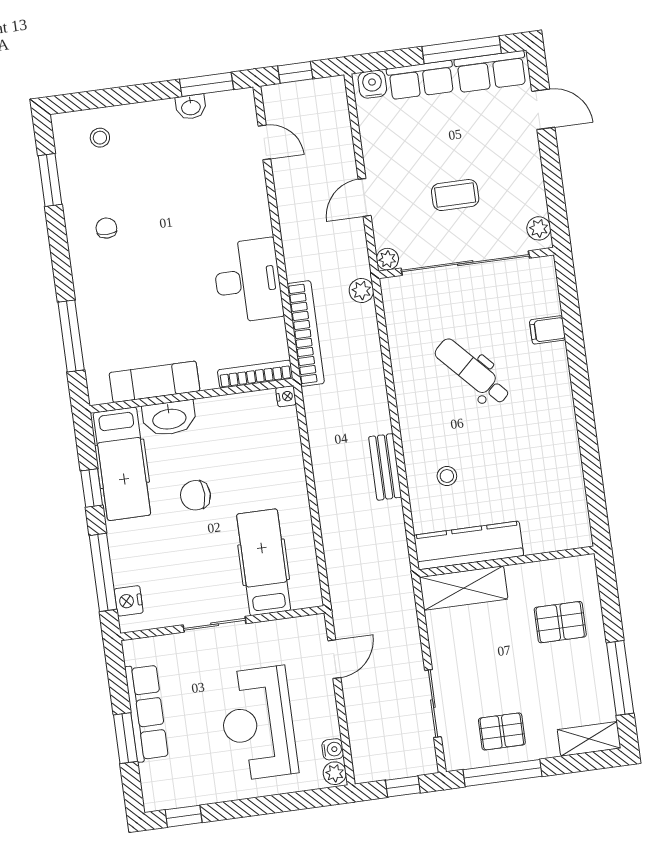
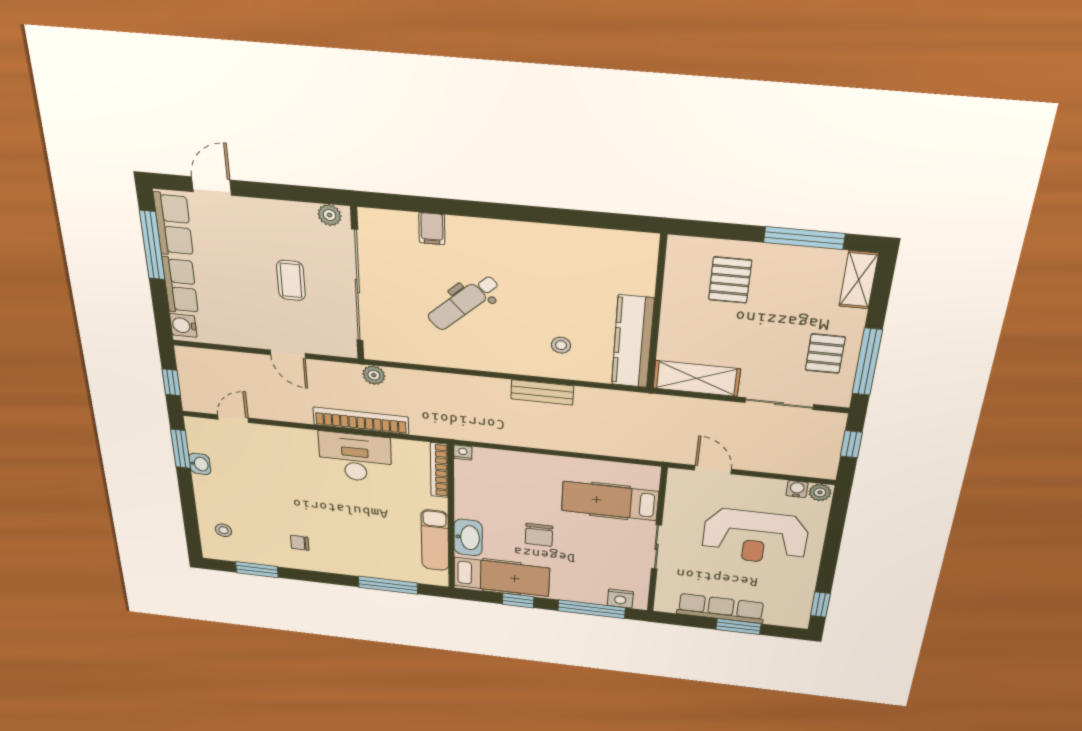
plant: (387, 259) -> (347, 349), removed
bookcase: (306, 334) -> (361, 421), moved
shelving: (464, 588) -> (697, 378), moved, turned 90

